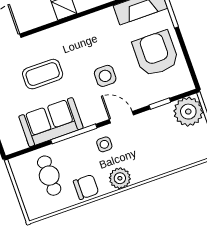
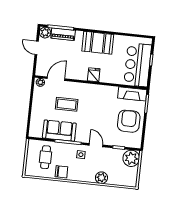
side table: (105, 76) -> (98, 120), removed
plant: (120, 178) -> (101, 178), moved

